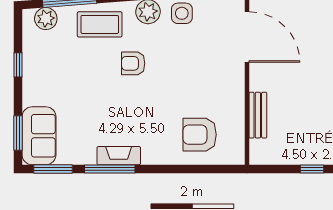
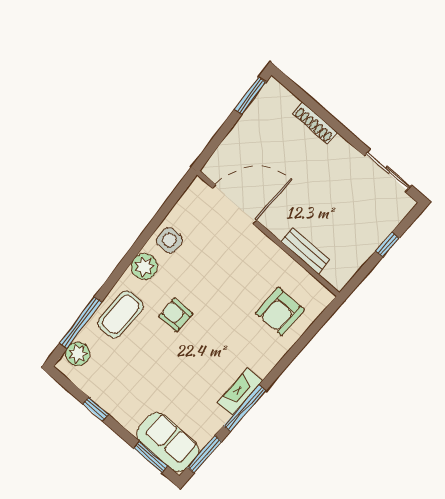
armchair: (133, 63) -> (176, 315), turned 90

